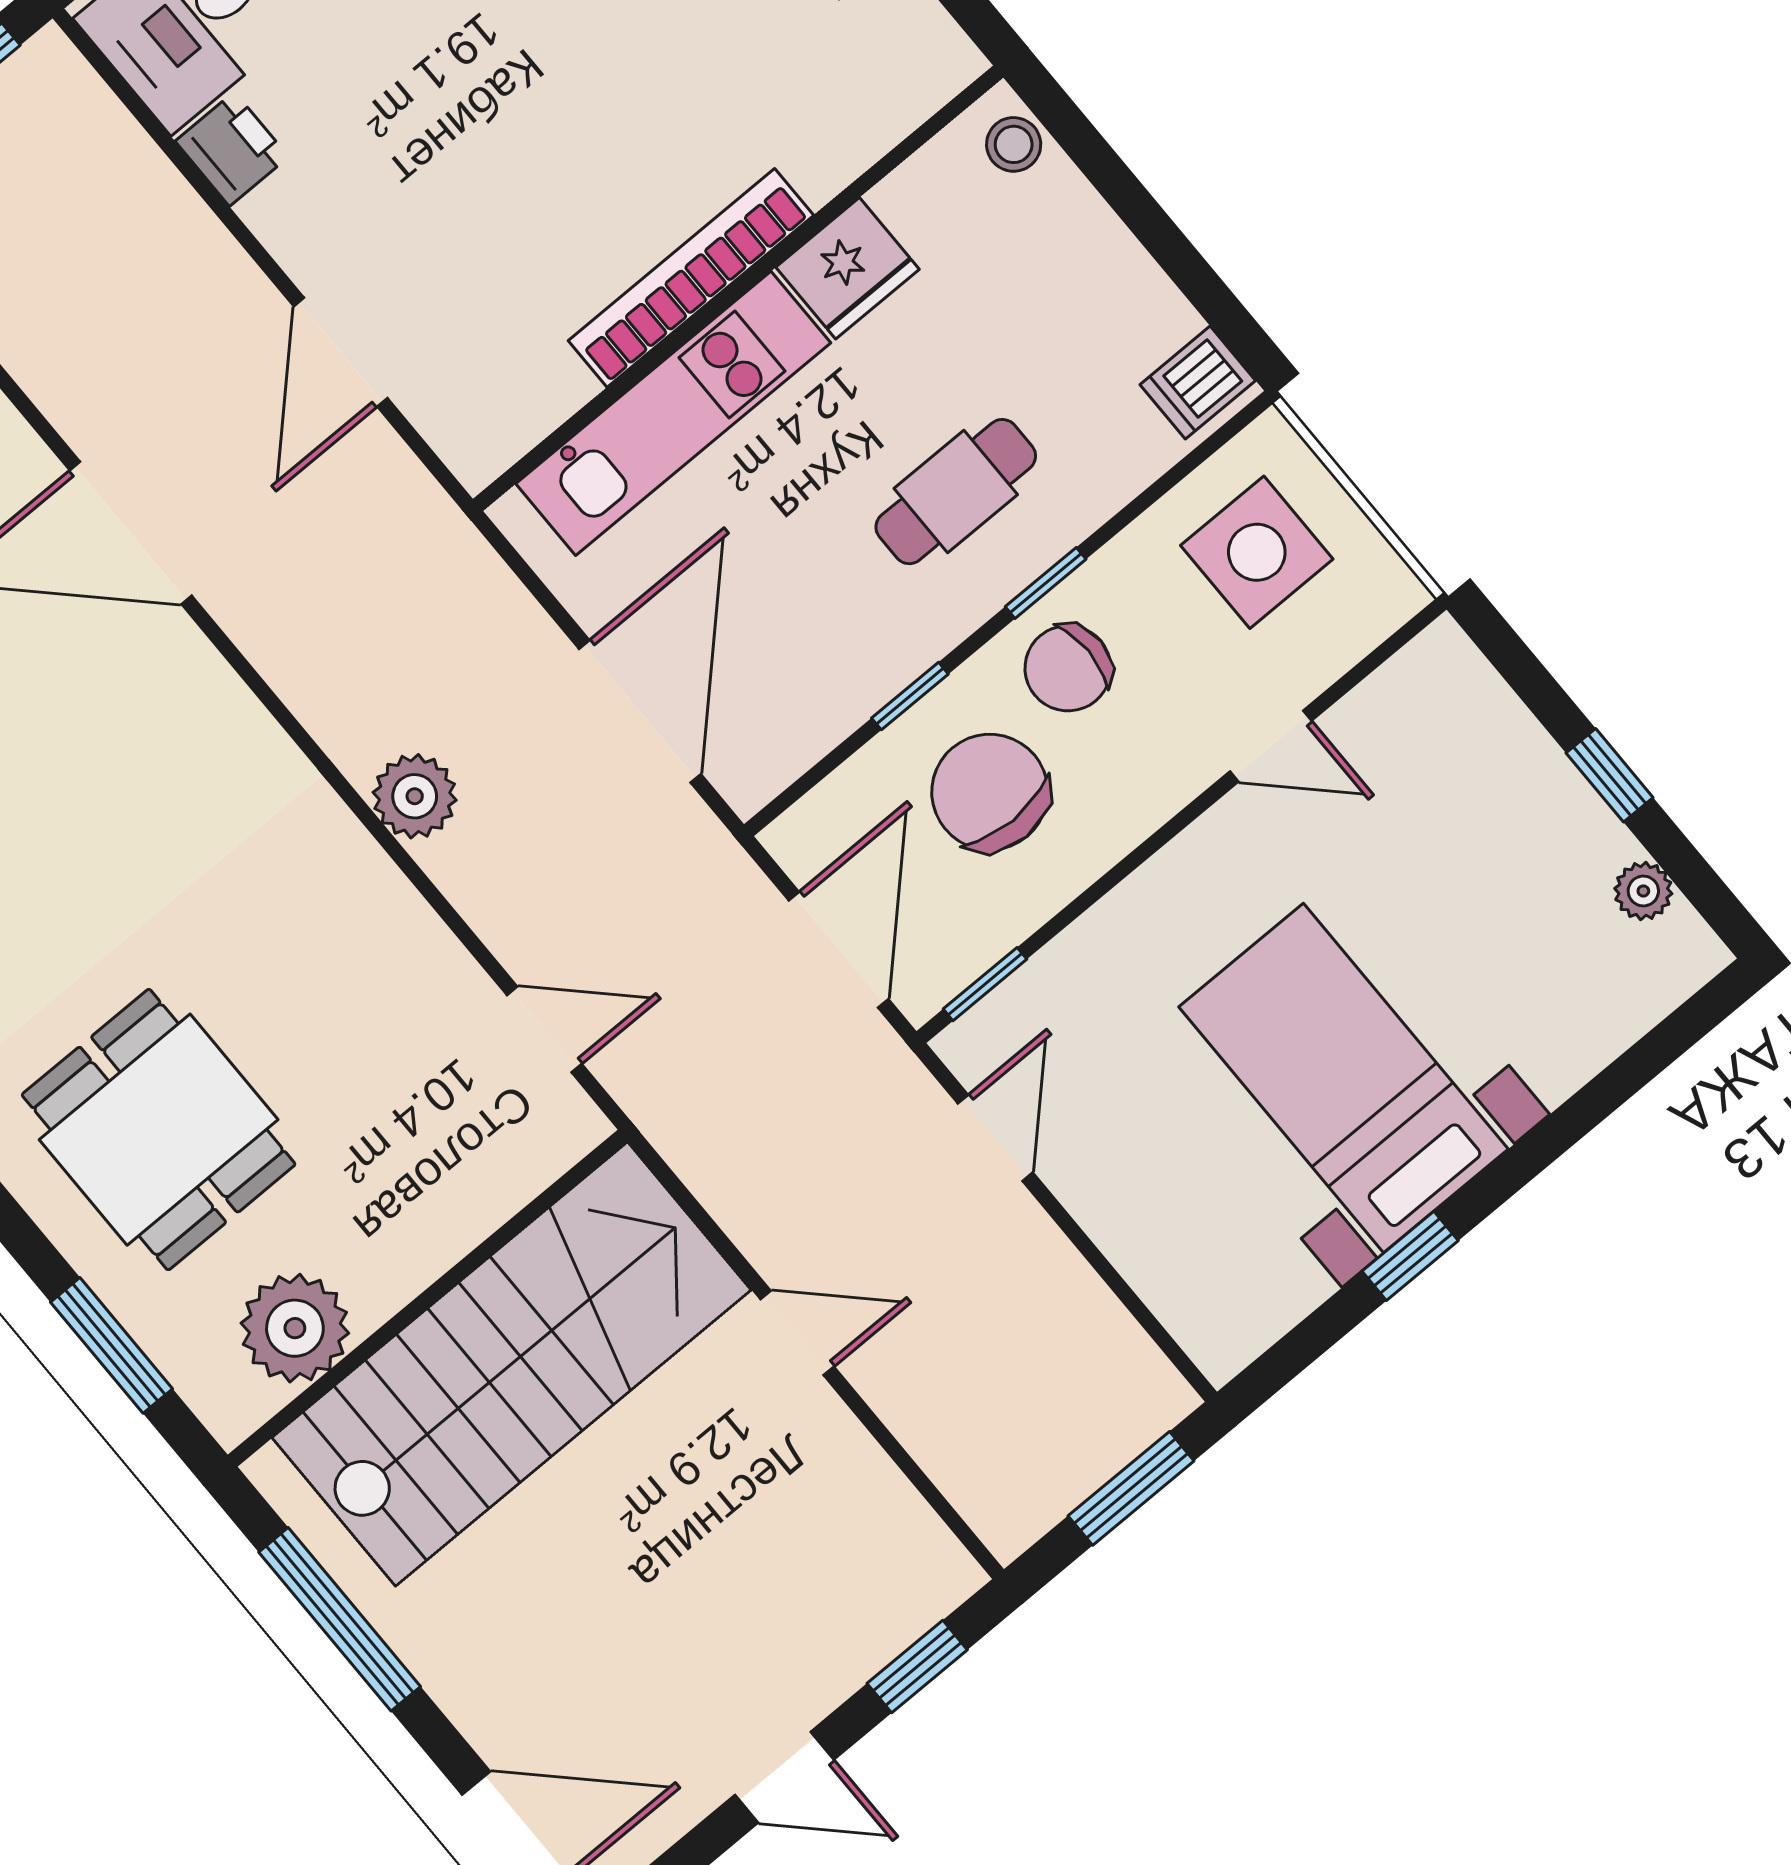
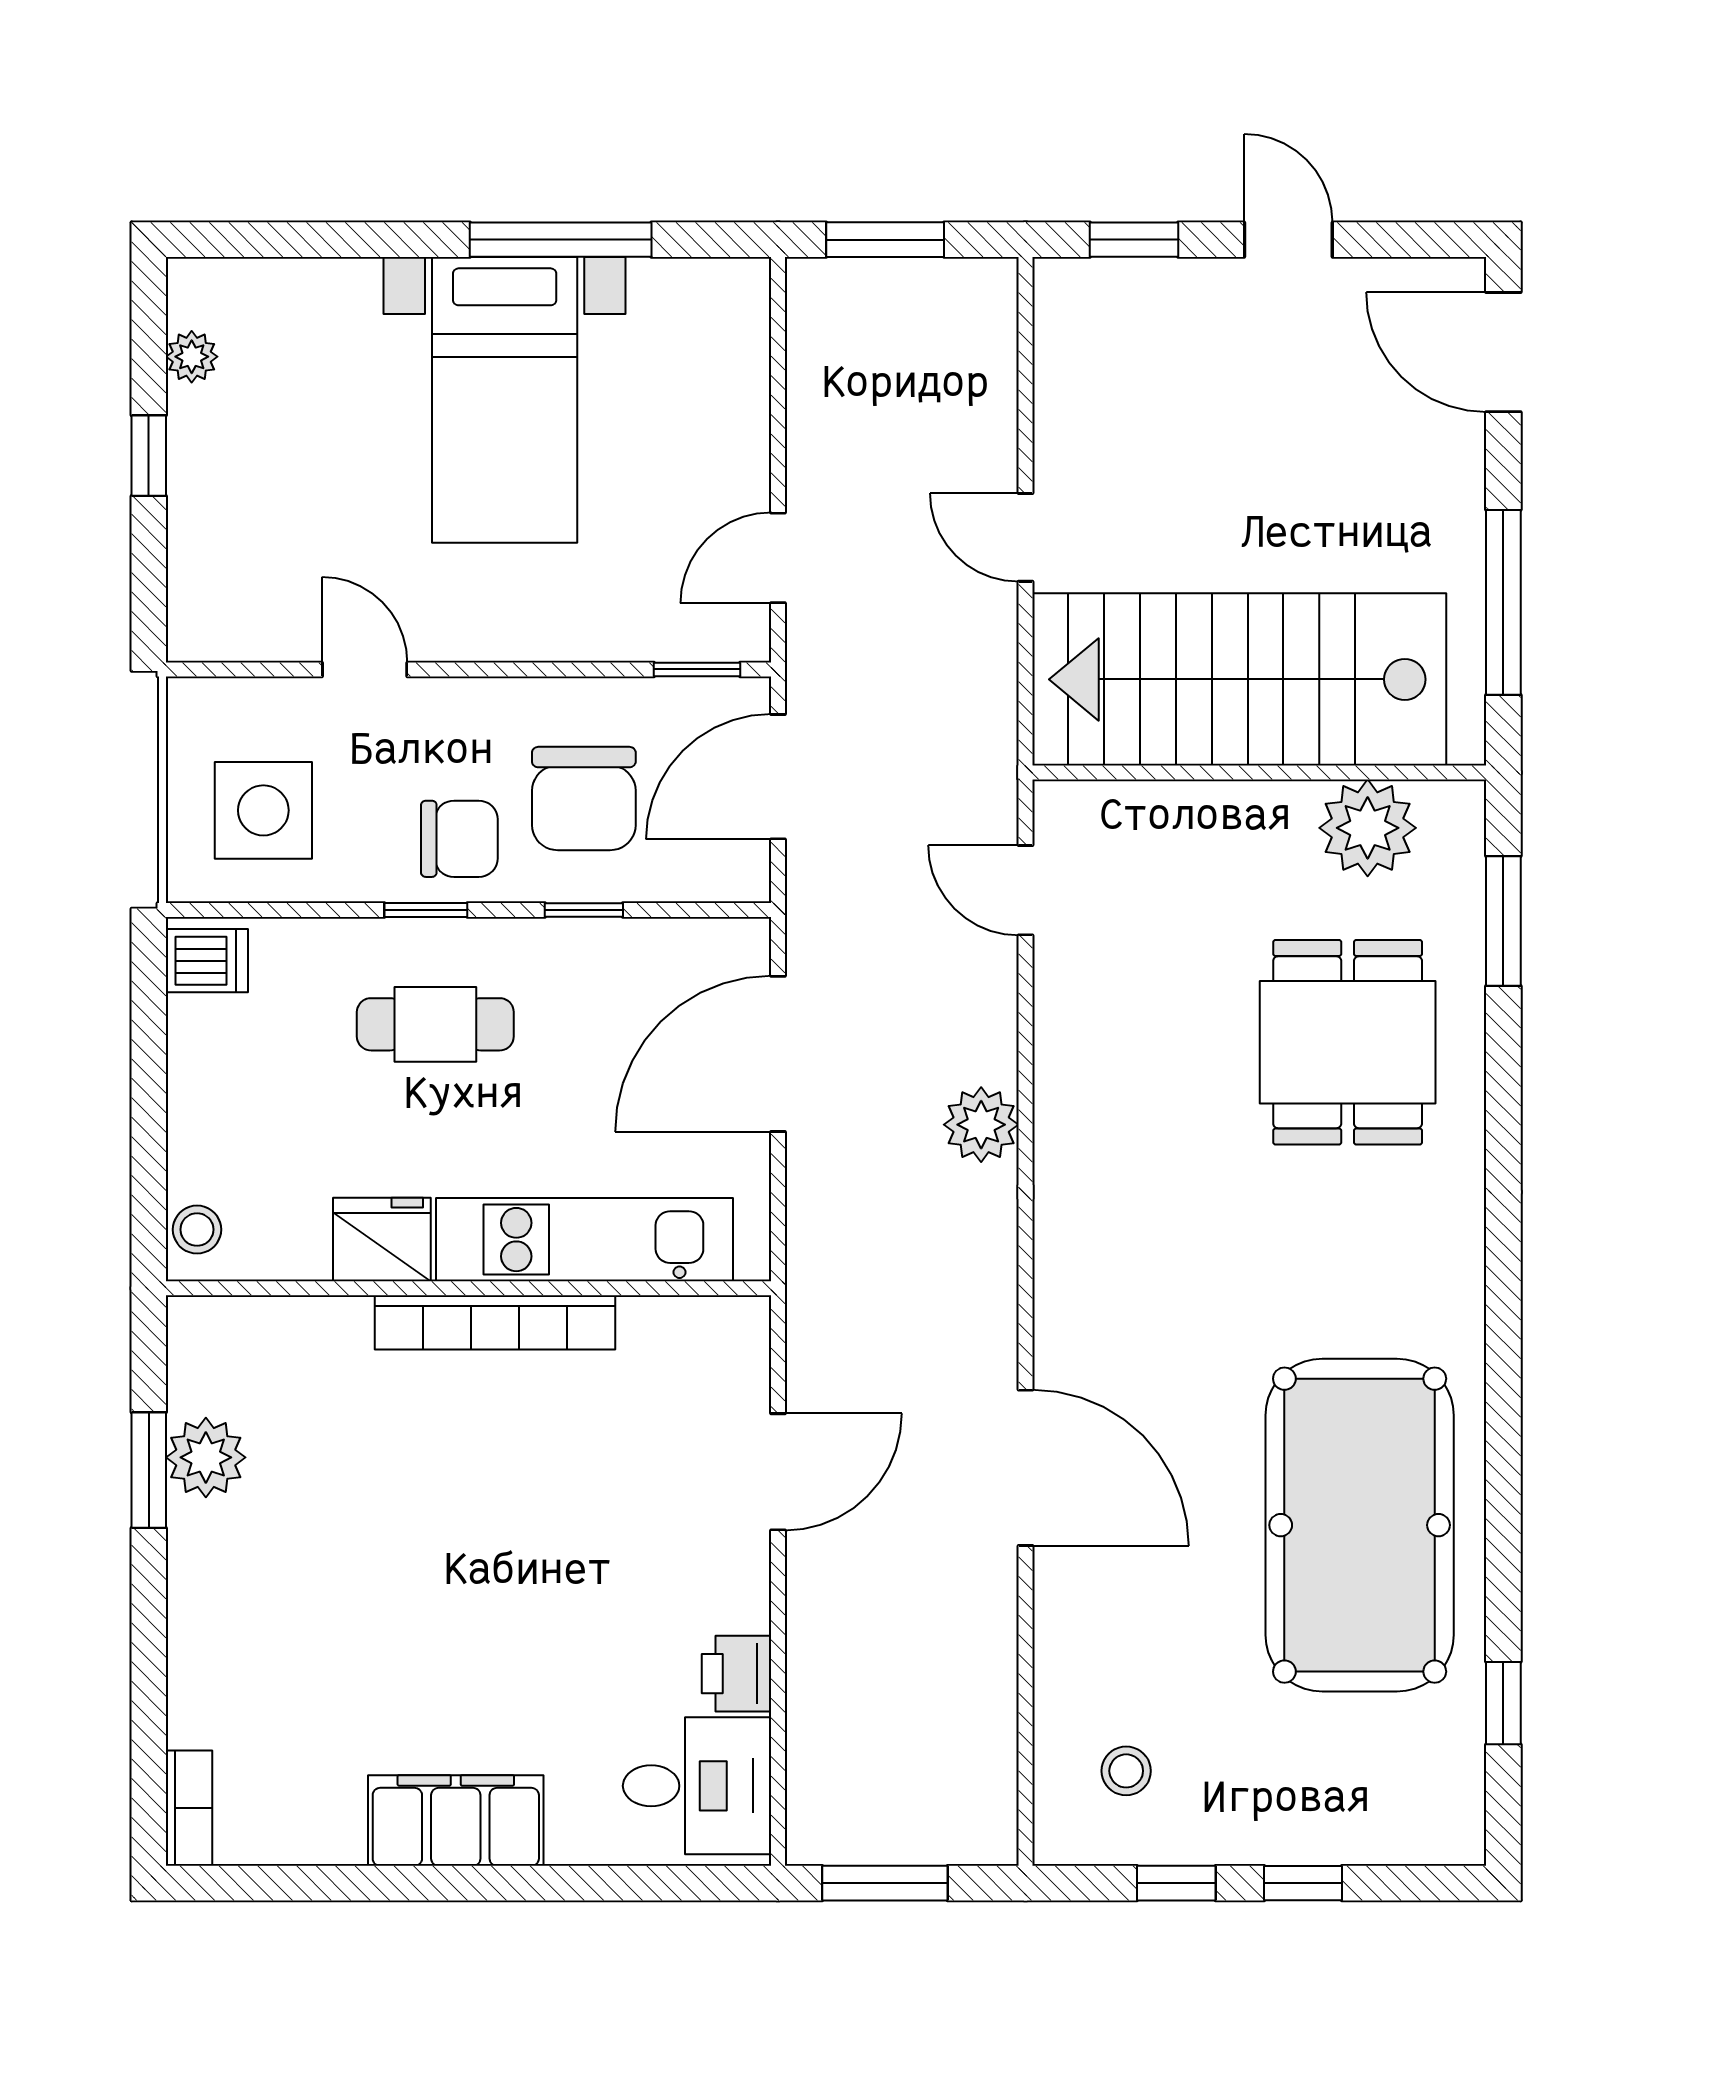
window: (1410, 1256) -> (561, 240), width x2.17

